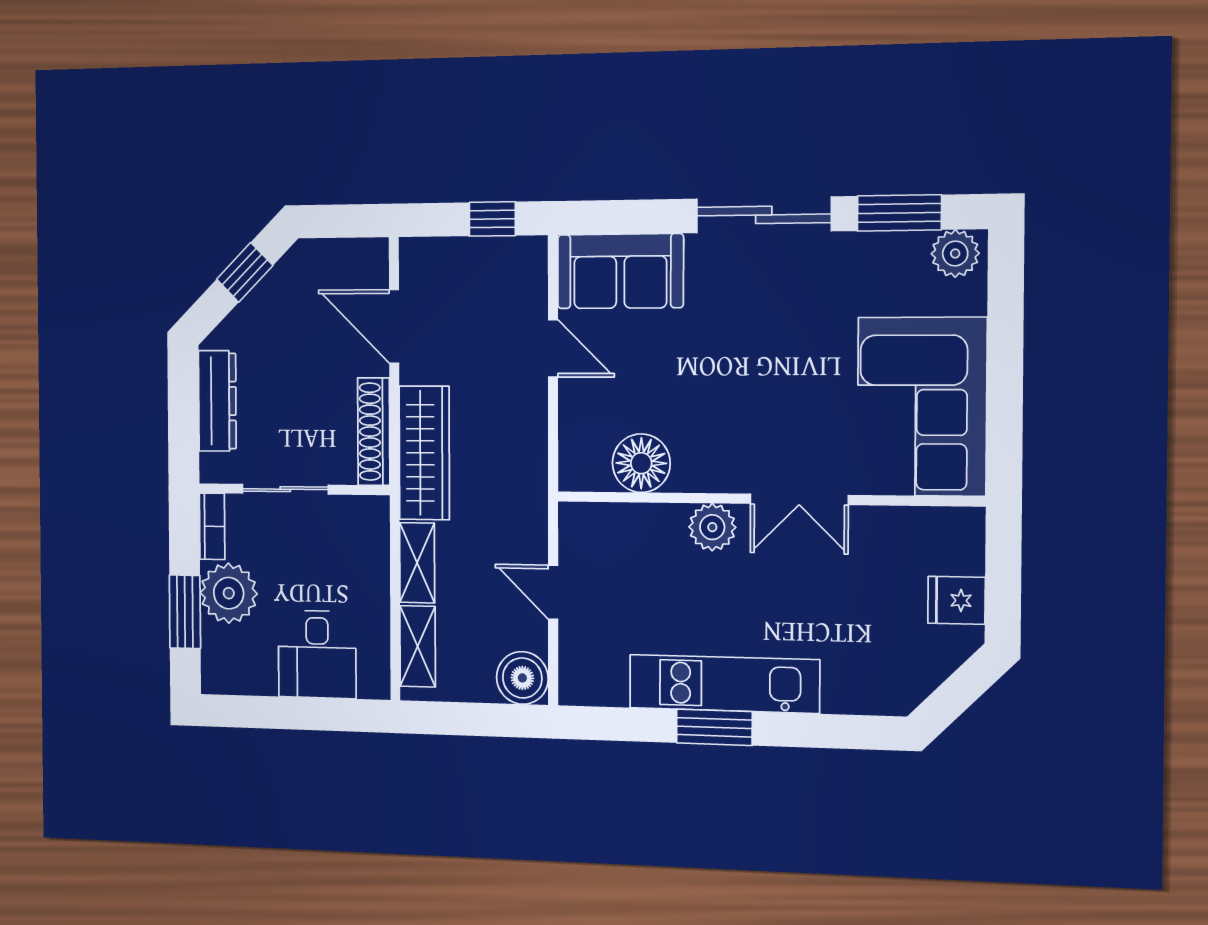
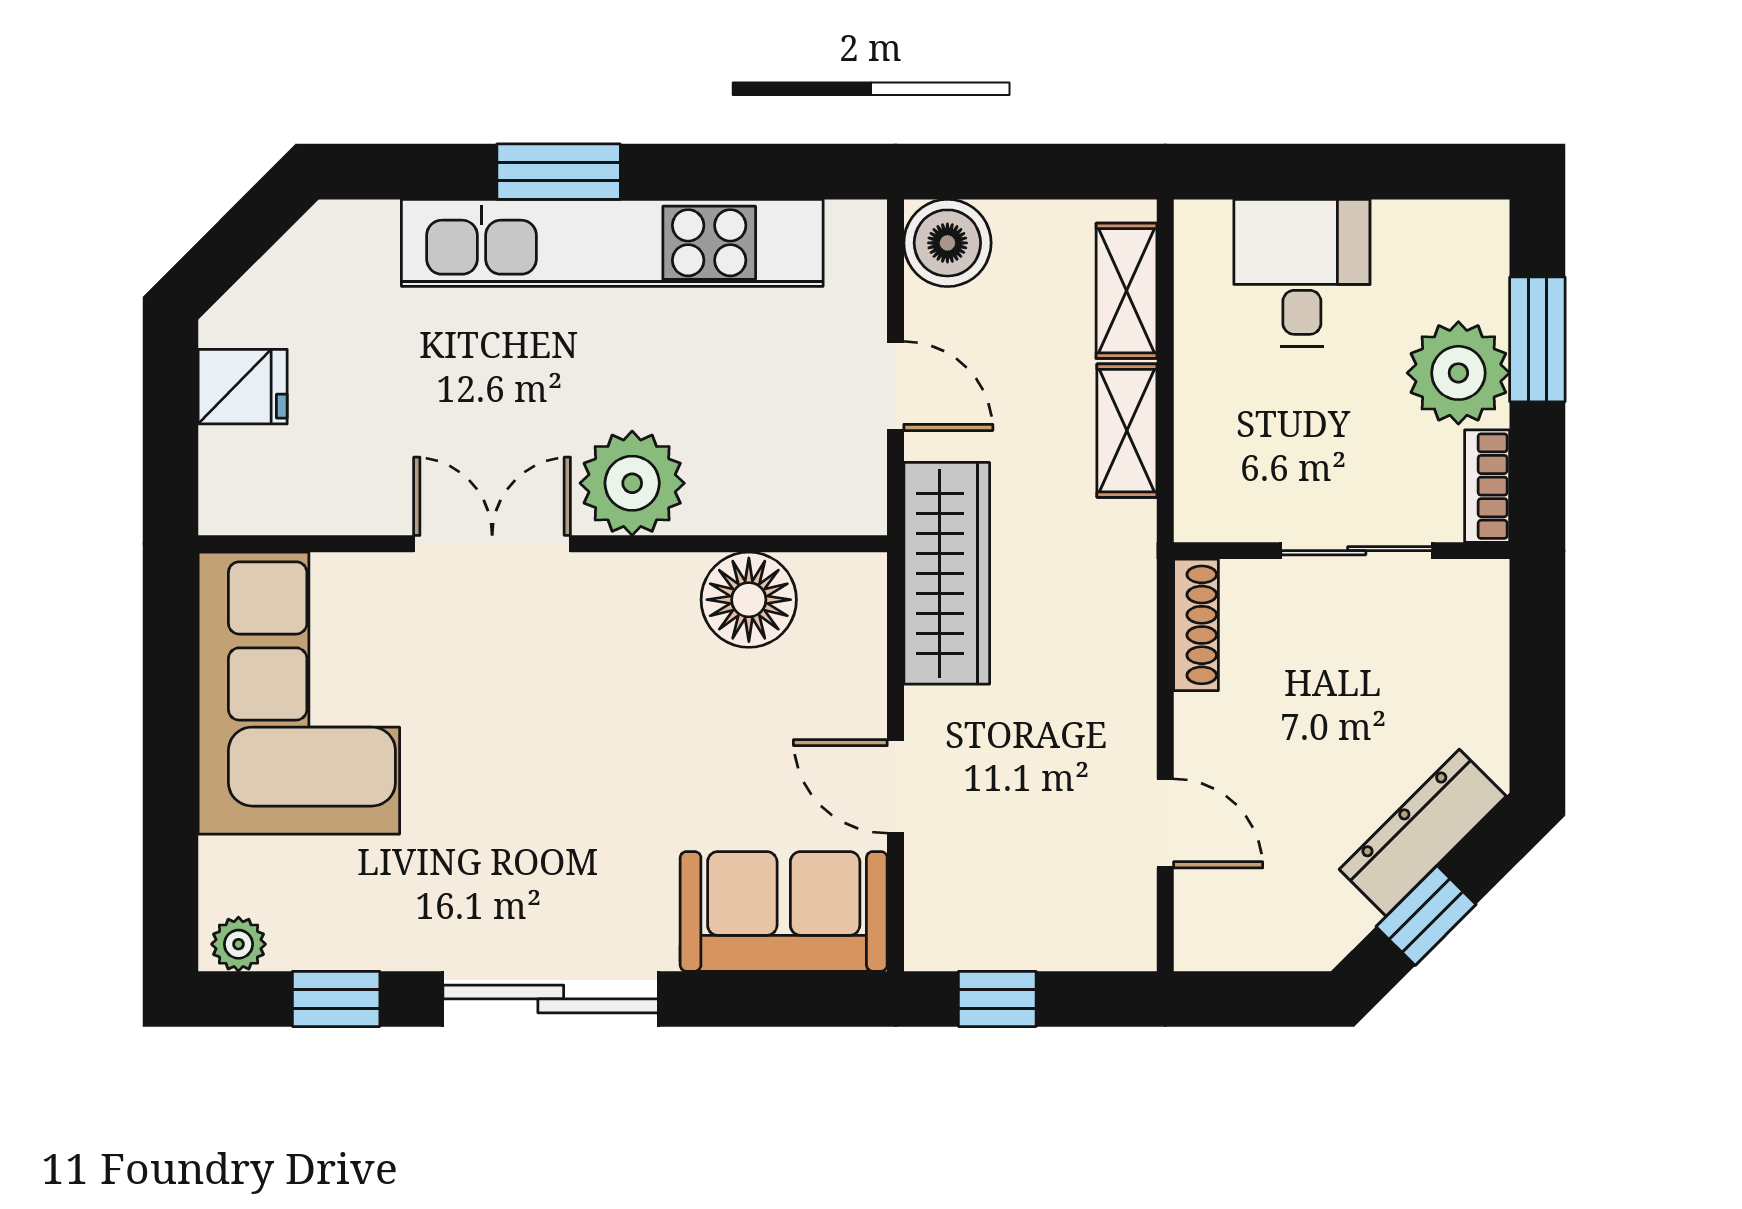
window: (899, 213) -> (336, 999), width x0.67
plant: (955, 254) -> (238, 944), width x0.73, depth x0.73
door: (394, 326) -> (1165, 823), width x0.73
dresser: (217, 401) -> (1423, 833), moved, turned 45
shoe rack: (374, 432) -> (1196, 625), width x0.74, depth x0.81
wardrobe: (424, 453) -> (947, 573), moved, turned 180
plant: (712, 527) -> (632, 483), width x1.36, depth x1.36
kitchen unit: (724, 684) -> (612, 243), width x1.36
window: (714, 727) -> (559, 172), moved

